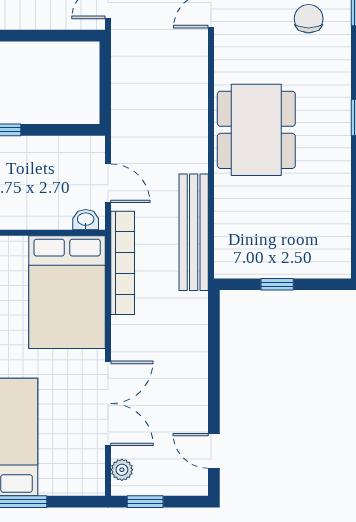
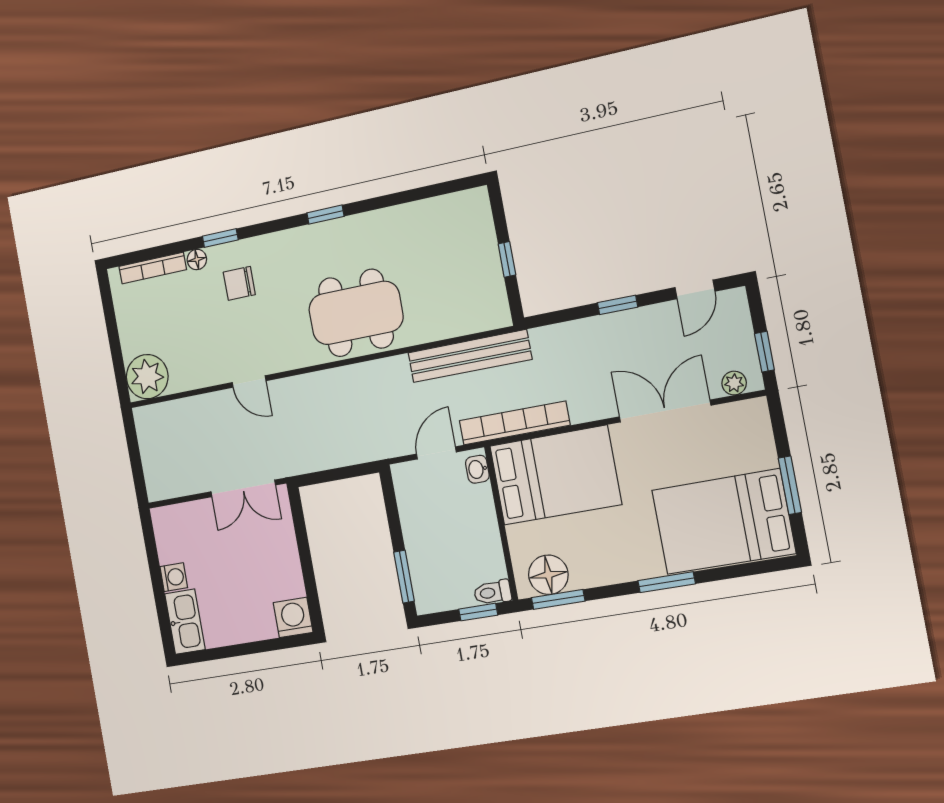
window: (214, 379) -> (618, 305), added

